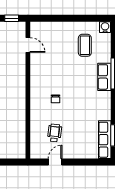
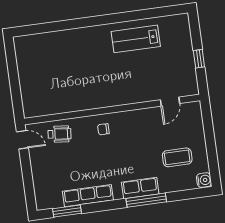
door: (28, 45) -> (170, 102), moved
wall: (28, 90) -> (112, 110), moved
row of seats: (105, 140) -> (88, 196), moved

